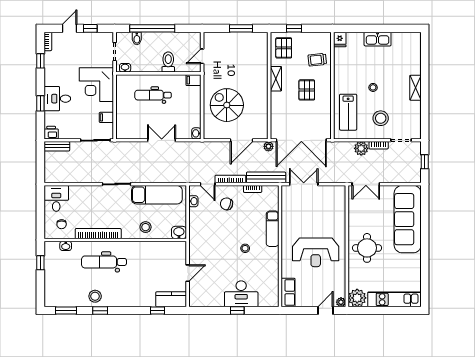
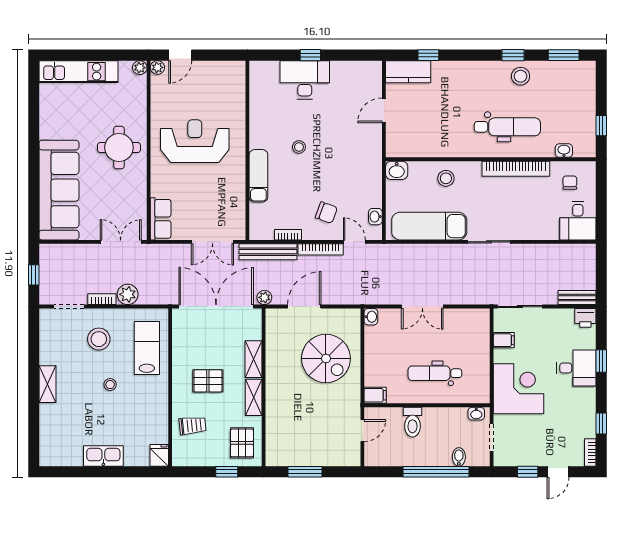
pallet: (307, 90) -> (208, 381), turned 90
dental chair: (153, 95) -> (435, 373), turned 180
shelving: (276, 105) -> (253, 359), added
row of seats: (288, 293) -> (161, 219), moved, turned 180
plant: (357, 298) -> (140, 68), width x0.53, depth x0.53

